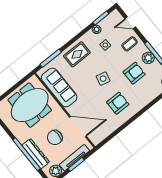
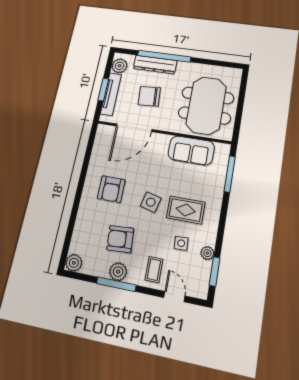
door: (130, 23) -> (174, 297), hinge flipped
rug: (77, 54) -> (186, 210), moved, turned 90
armchair: (134, 73) -> (120, 239), turned 86
sofa: (59, 87) -> (191, 150), width x0.73
chair: (55, 137) -> (149, 96), turned -94

